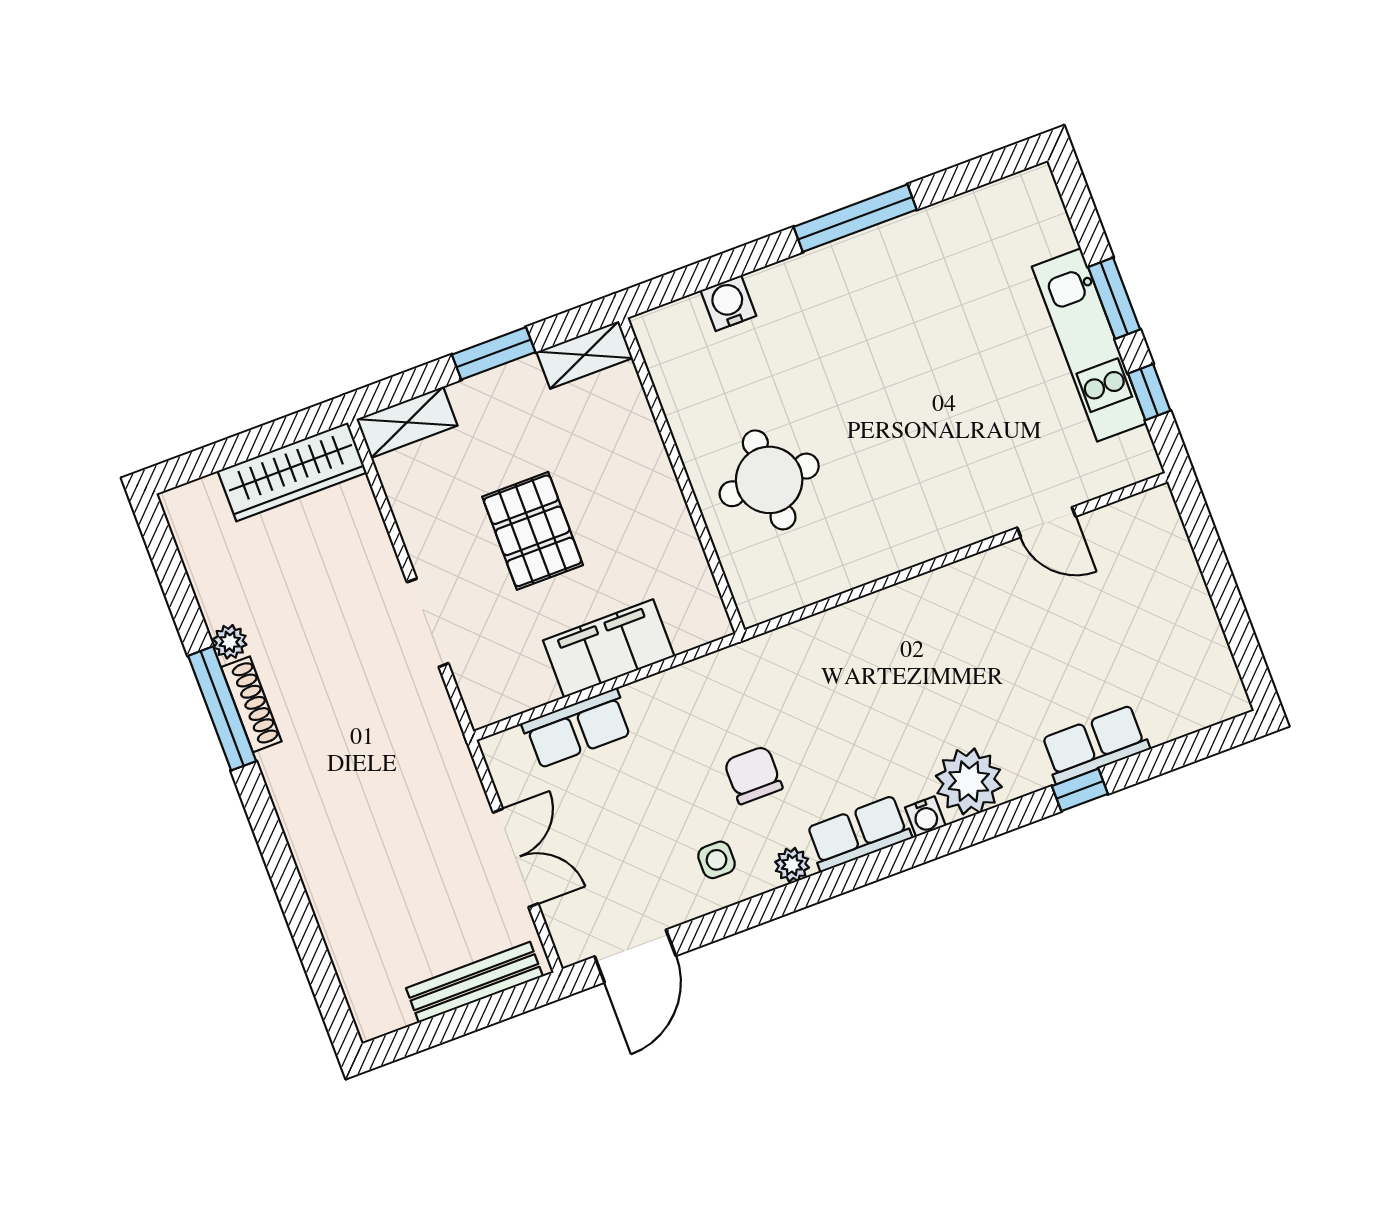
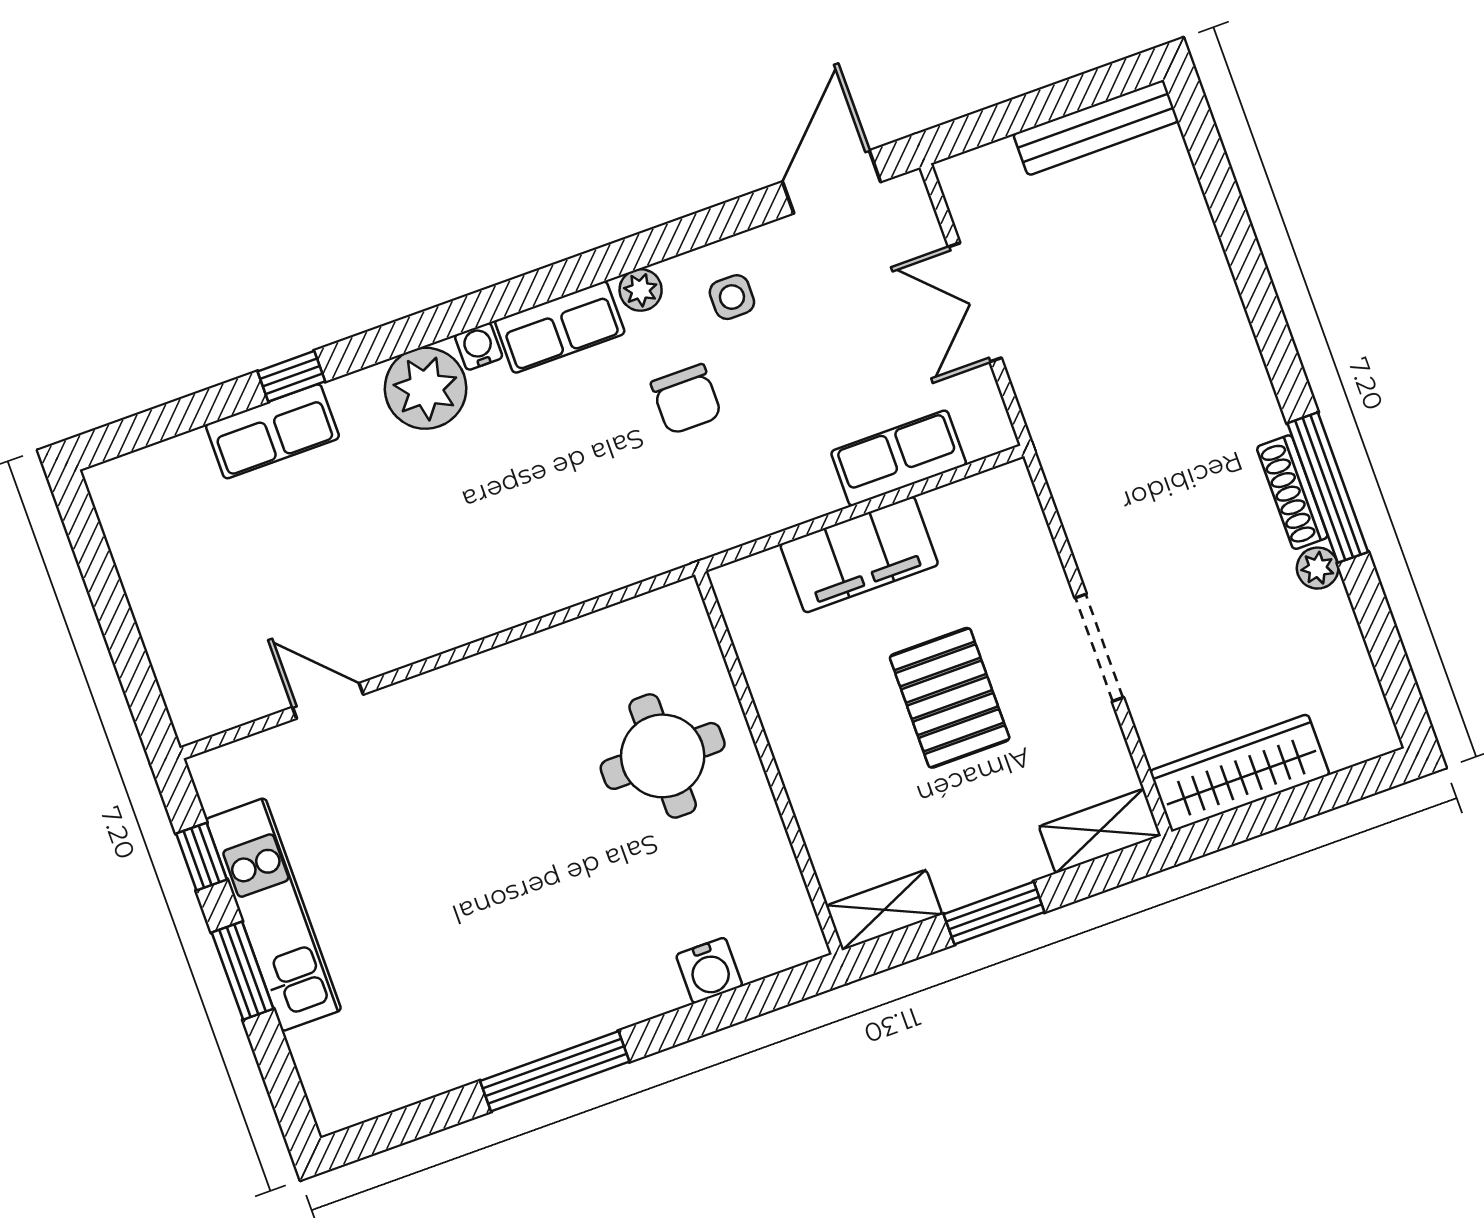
doorway: (428, 623) -> (1099, 648), moved
bench: (474, 982) -> (1096, 128), moved

